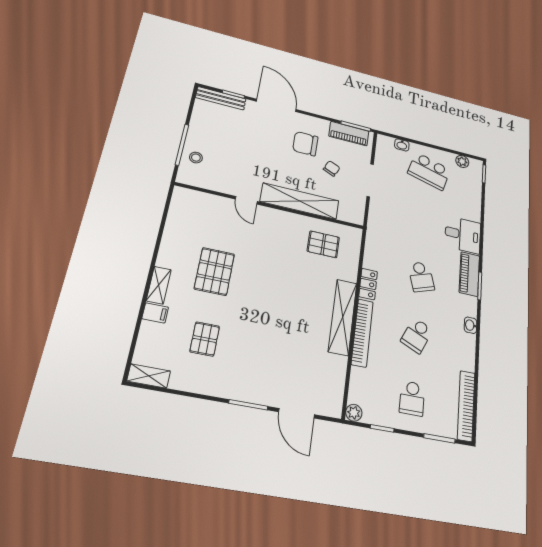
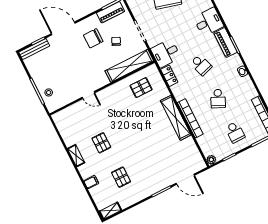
shelving: (300, 201) -> (129, 66), moved
desk: (385, 229) -> (166, 53), added
pallet: (214, 271) -> (101, 143), width x0.67, depth x0.71
locker: (368, 284) -> (169, 76), moved
shelving: (159, 285) -> (76, 156), moved

